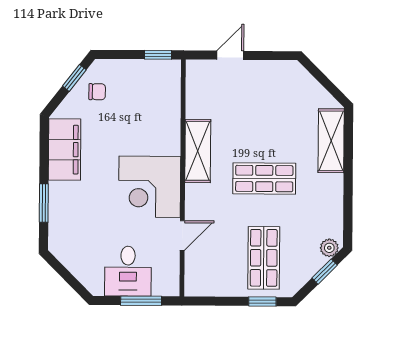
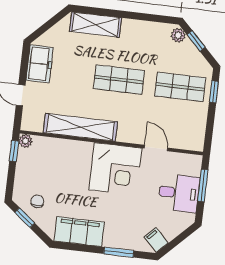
plant: (173, 68) -> (25, 141), added
freezer: (273, 75) -> (40, 64), added
shelving: (198, 151) -> (80, 127), width x1.47
shop shelf: (264, 179) -> (119, 80), turned 90
filing cabinet: (65, 249) -> (156, 240), added

